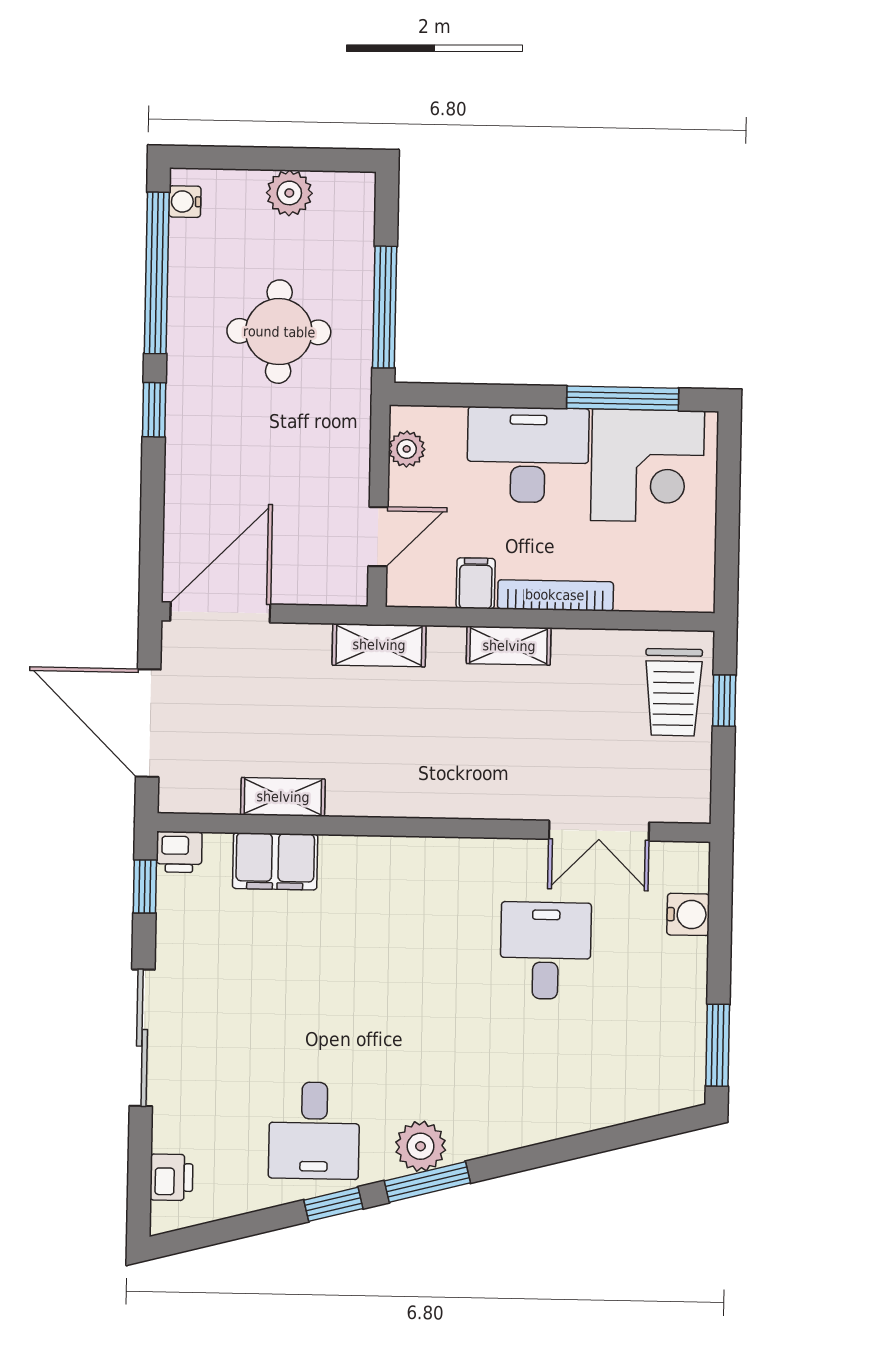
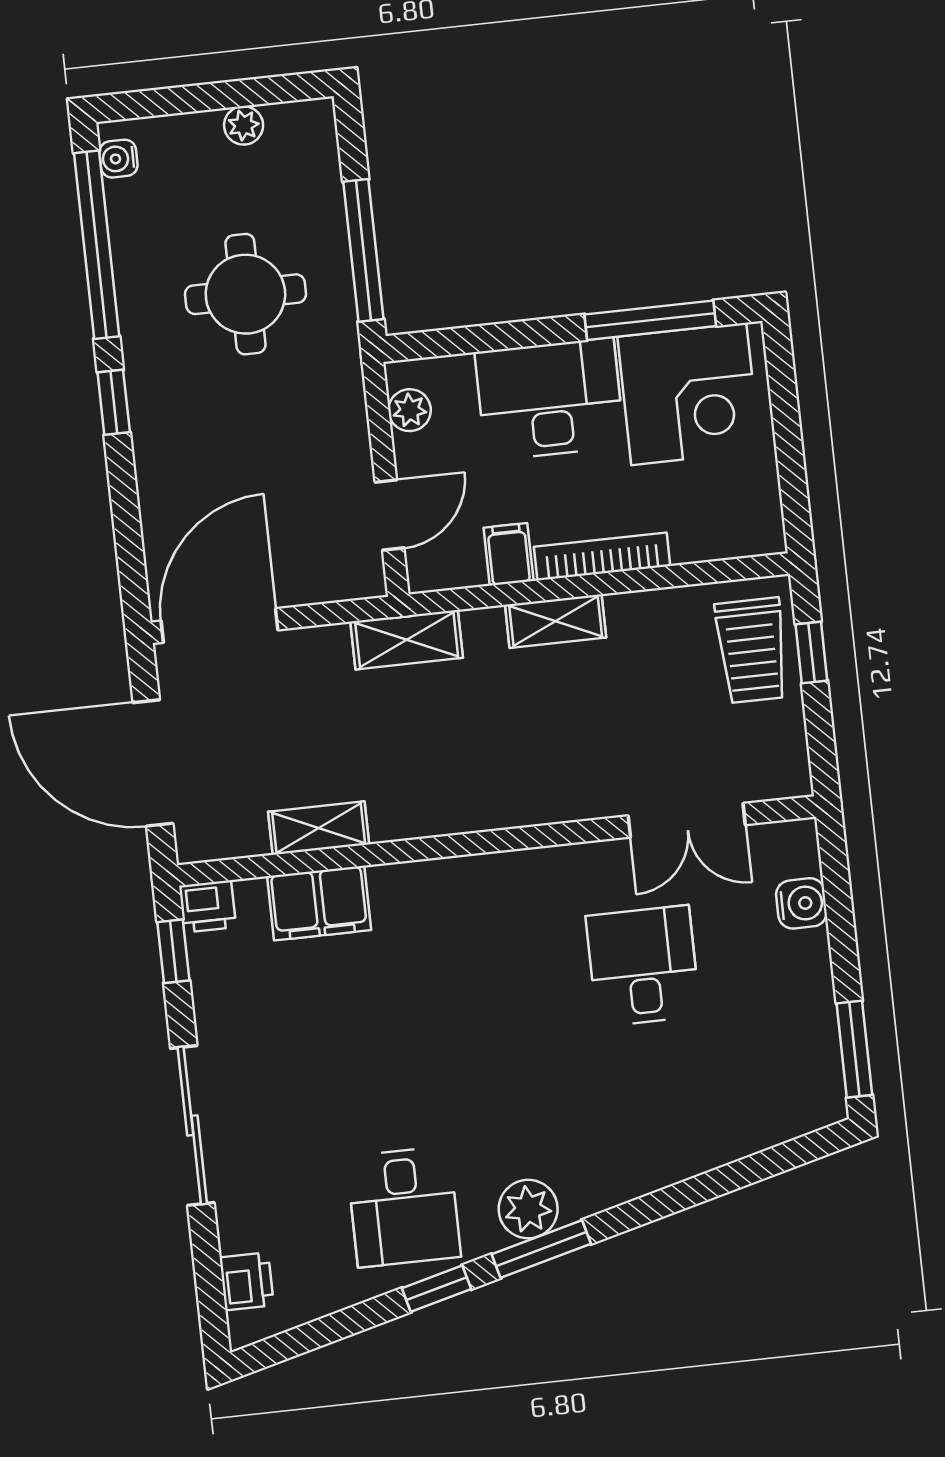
plant: (289, 193) -> (244, 125), width x0.73, depth x0.73

